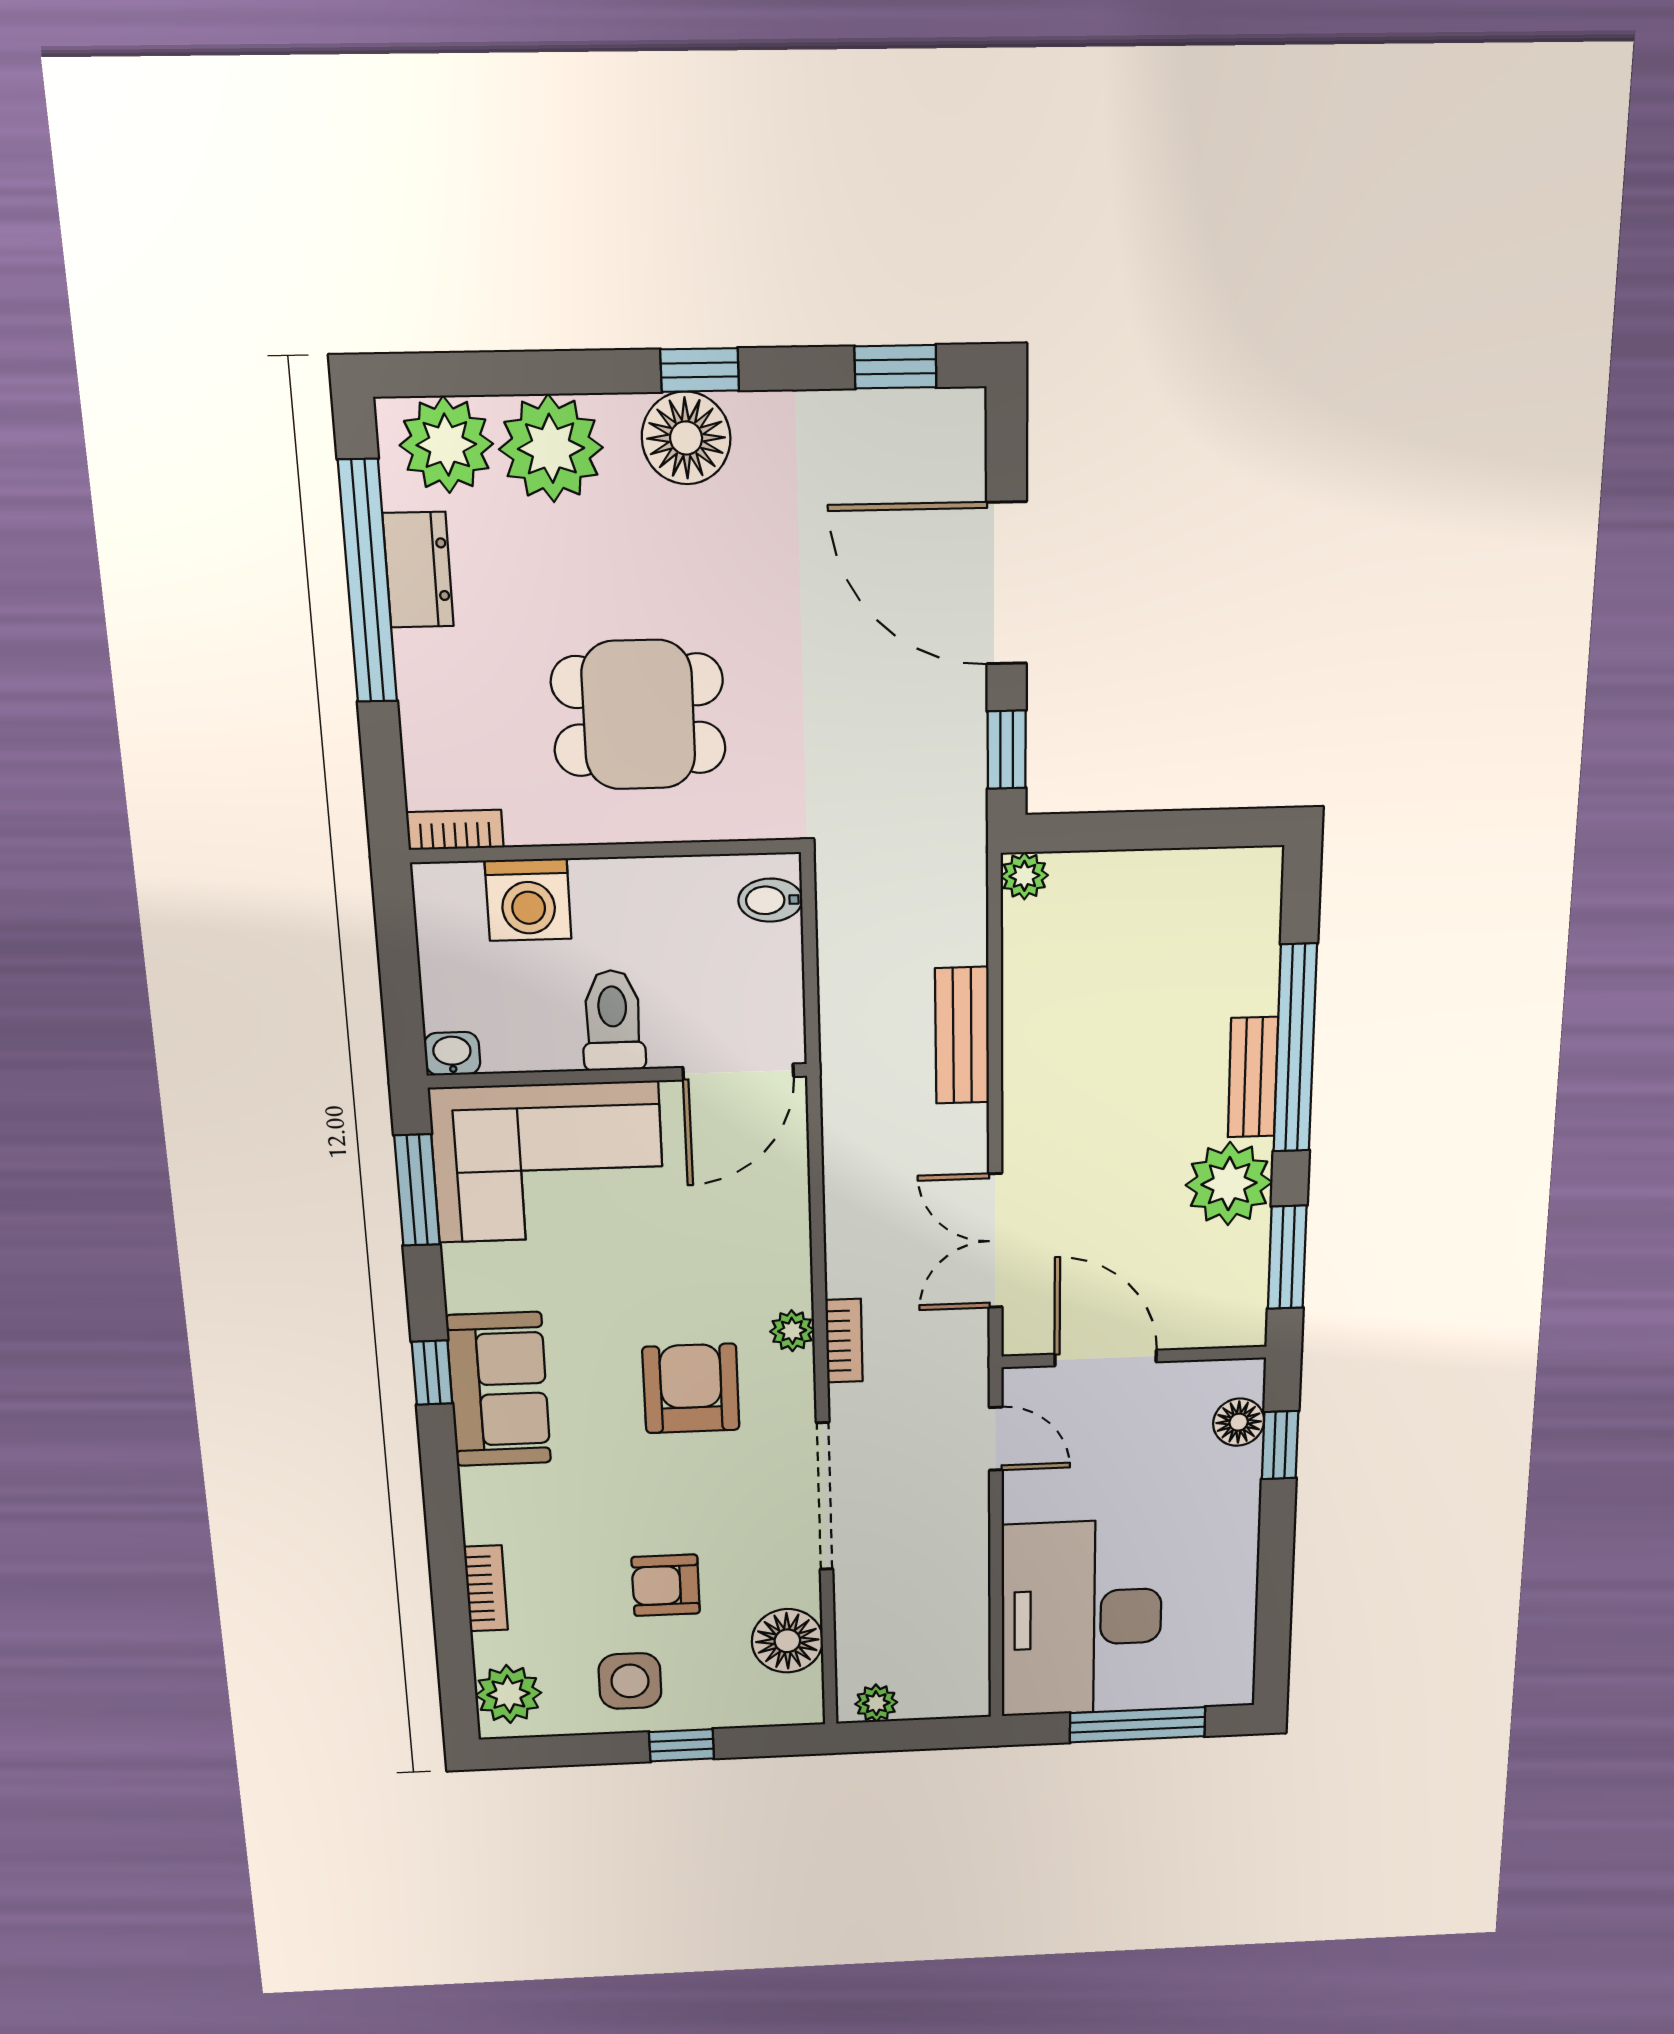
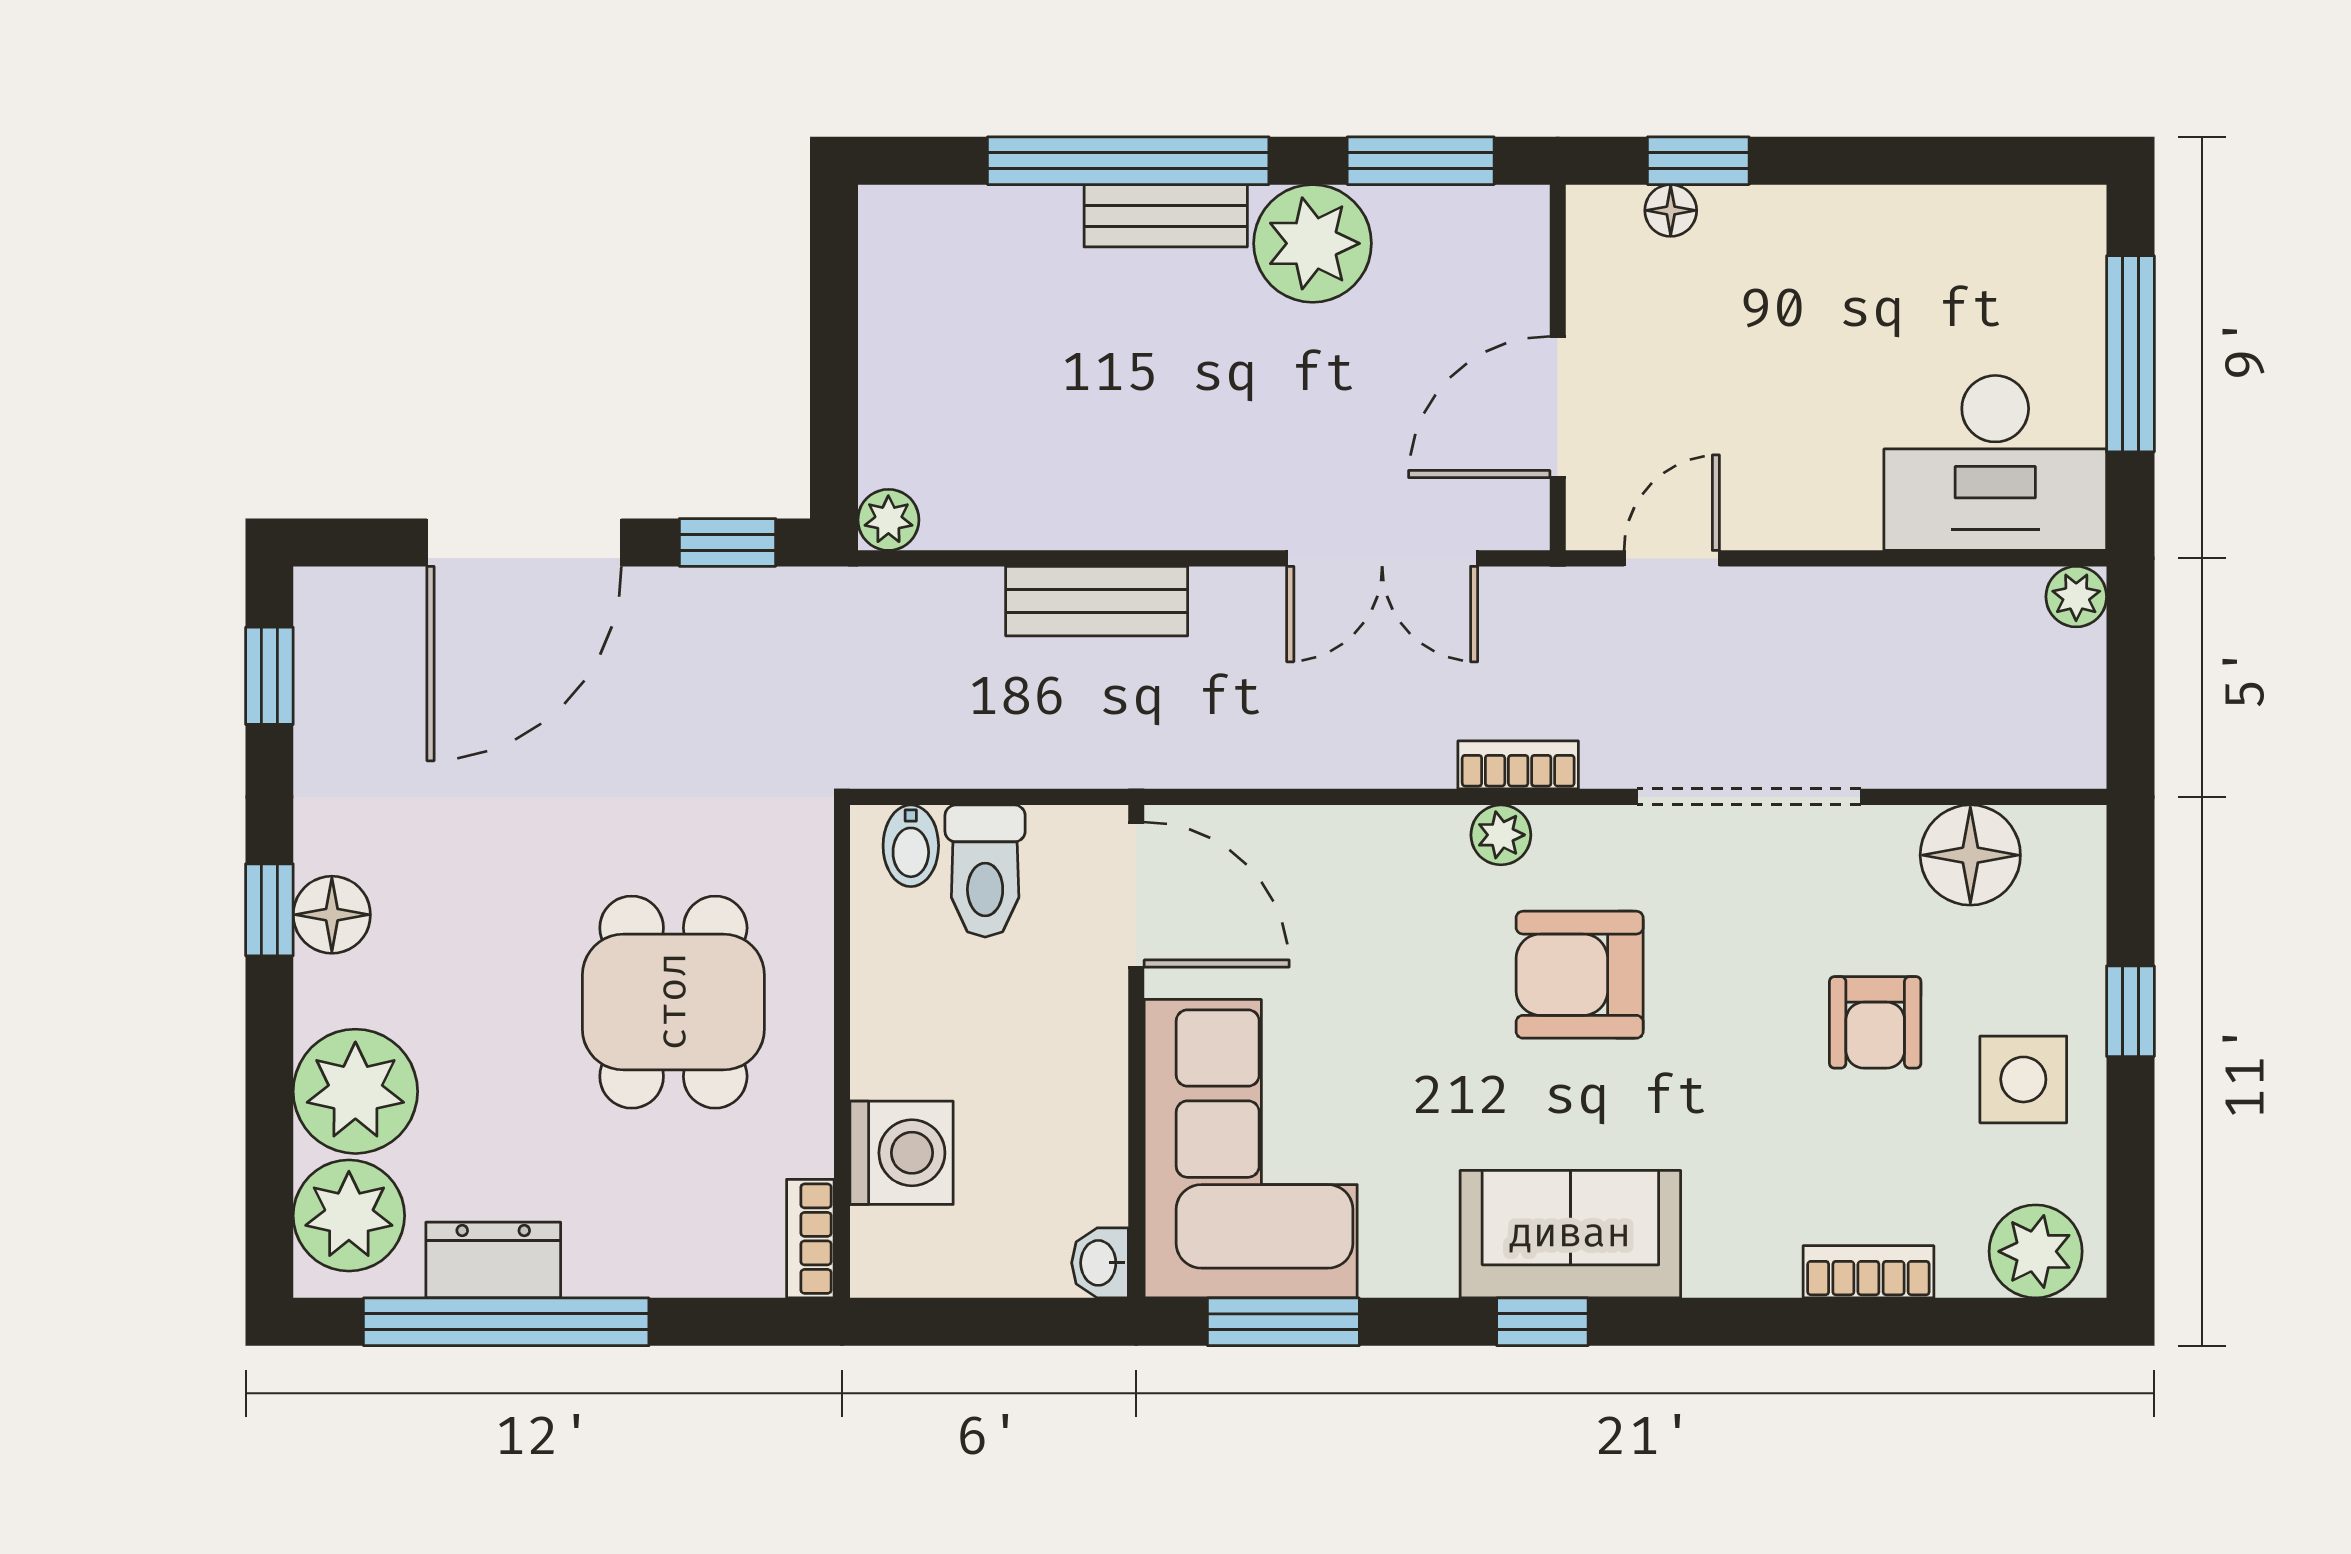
floor lamp: (686, 438) -> (332, 915), width x0.73, depth x0.73
toilet: (613, 1020) -> (985, 871), moved, turned -90
floor lamp: (1239, 1422) -> (1671, 210), width x0.73, depth x0.73
desk: (1082, 1618) -> (1995, 463), width x0.73, depth x0.77
plant: (876, 1703) -> (2076, 597), moved

